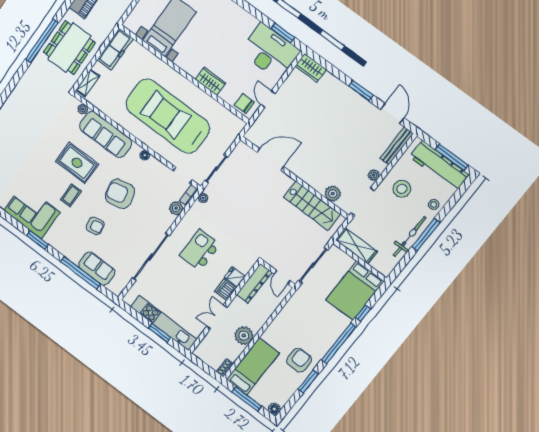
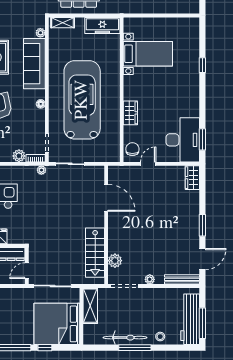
stool: (402, 189) -> (155, 306), removed
bed: (355, 291) -> (57, 324), width x1.36

